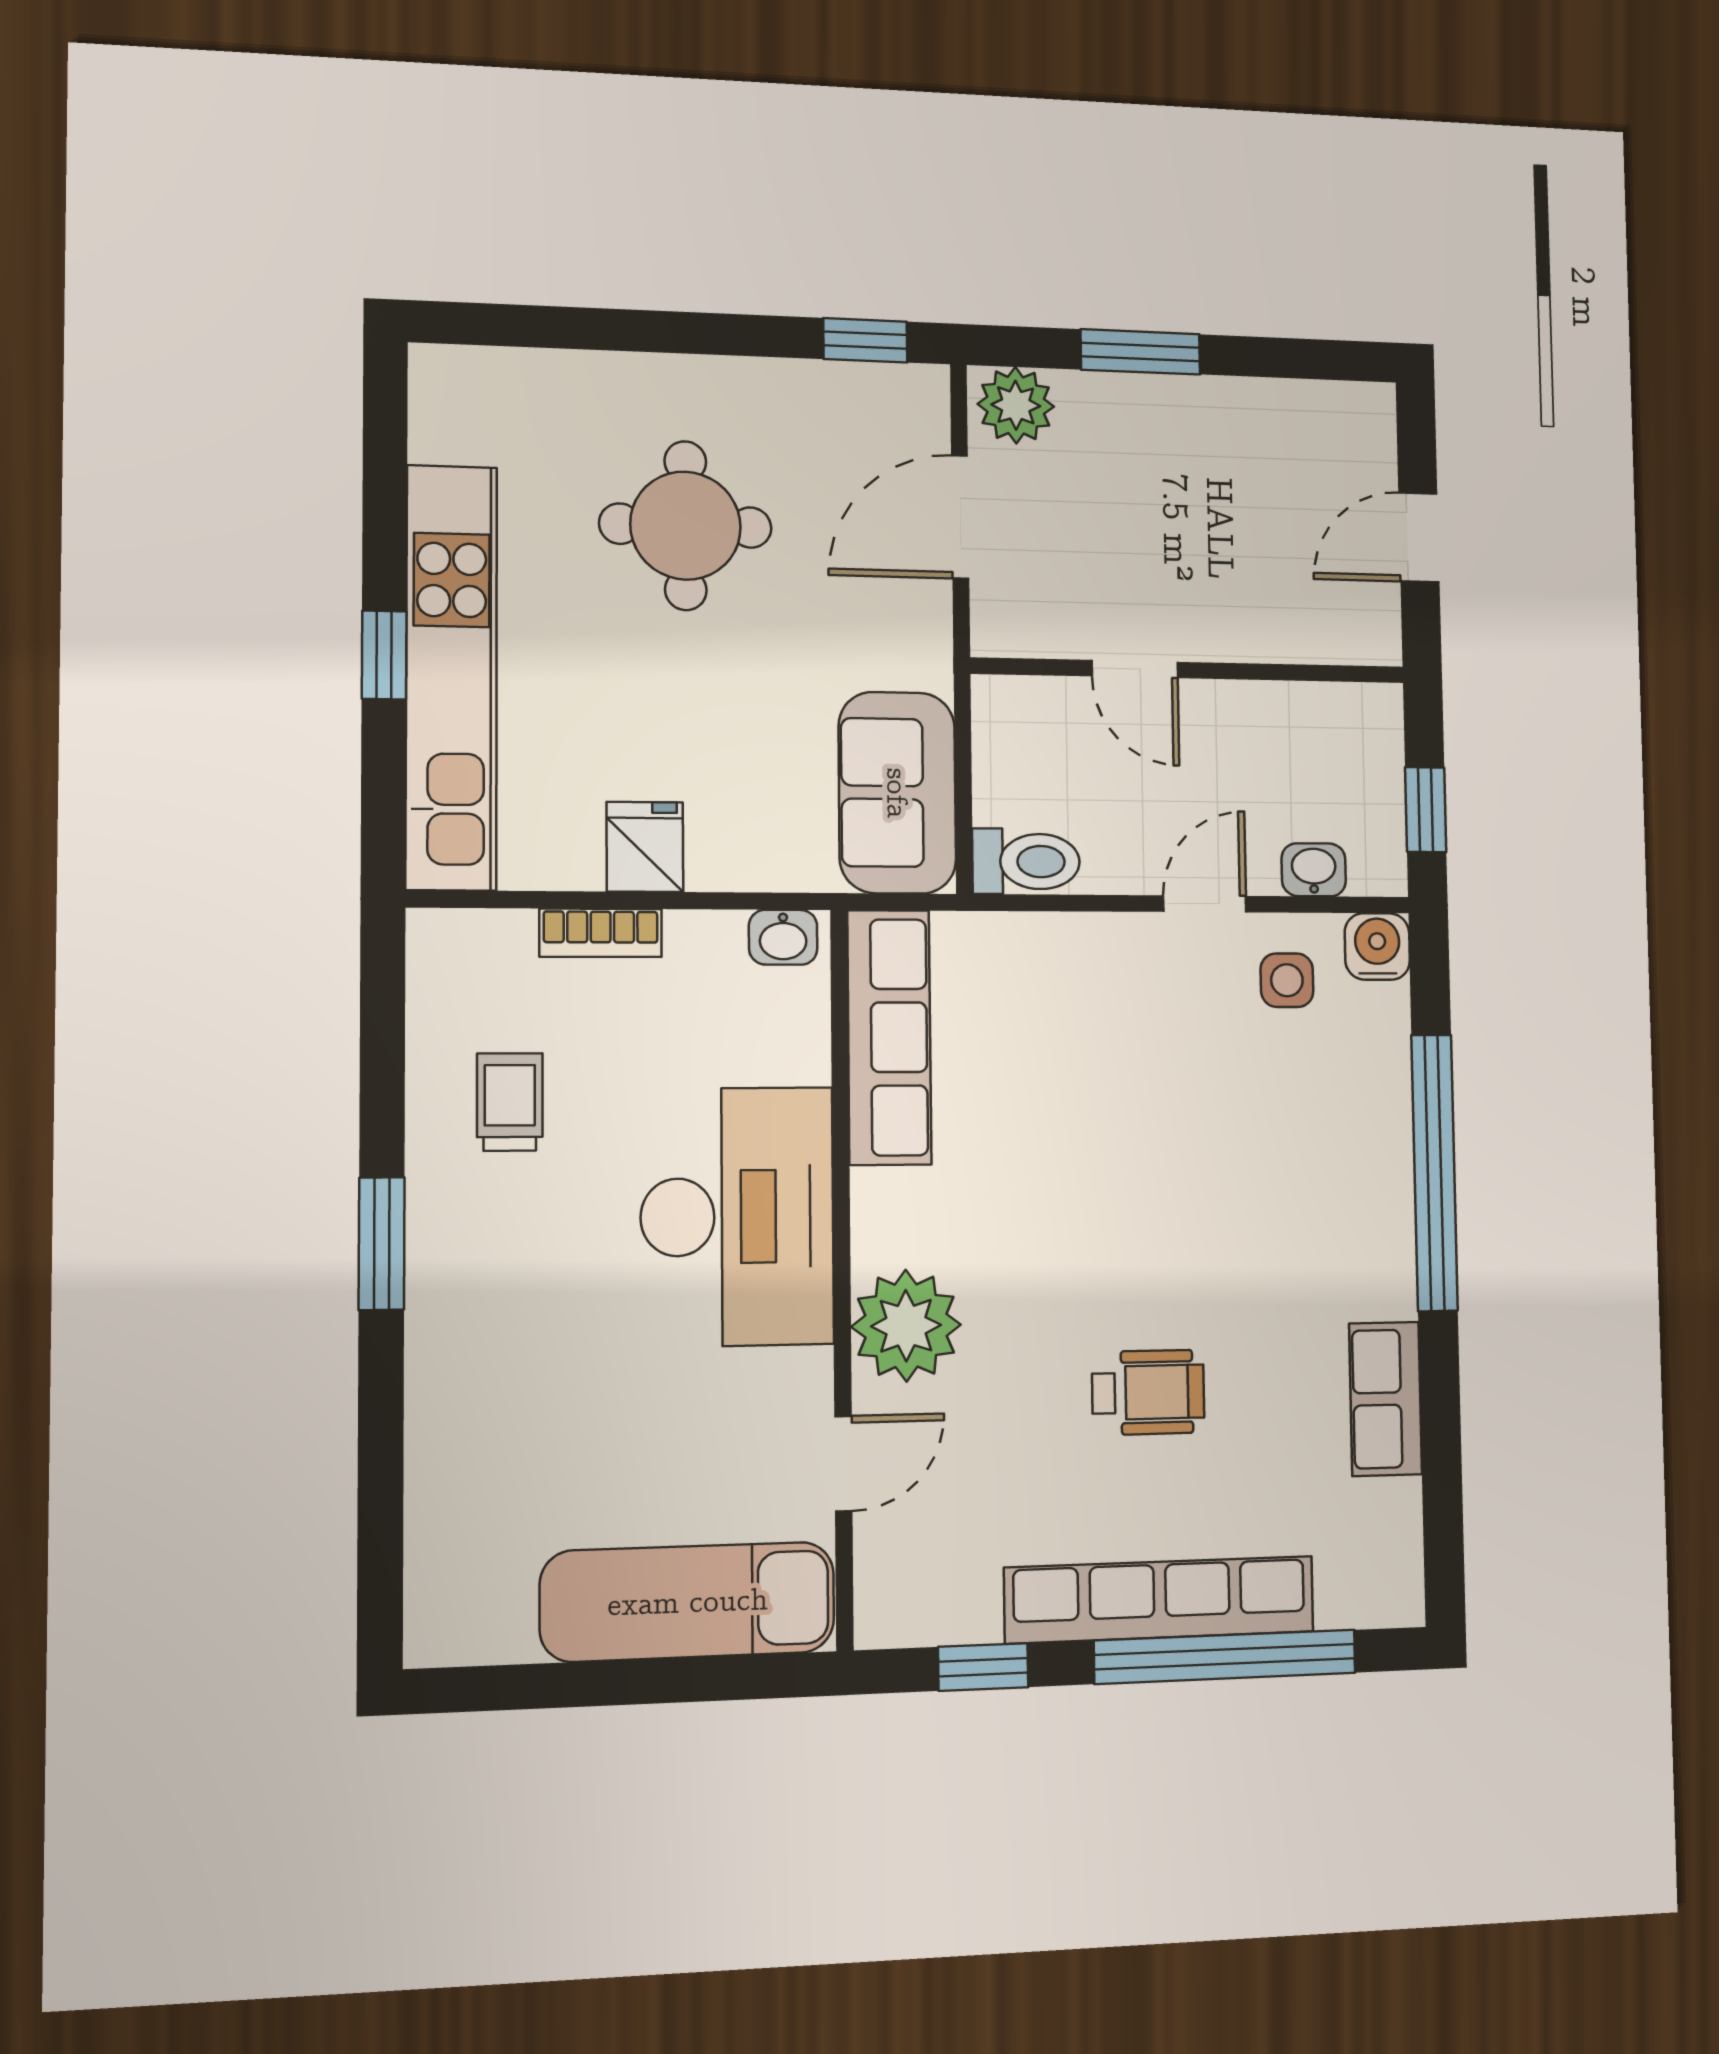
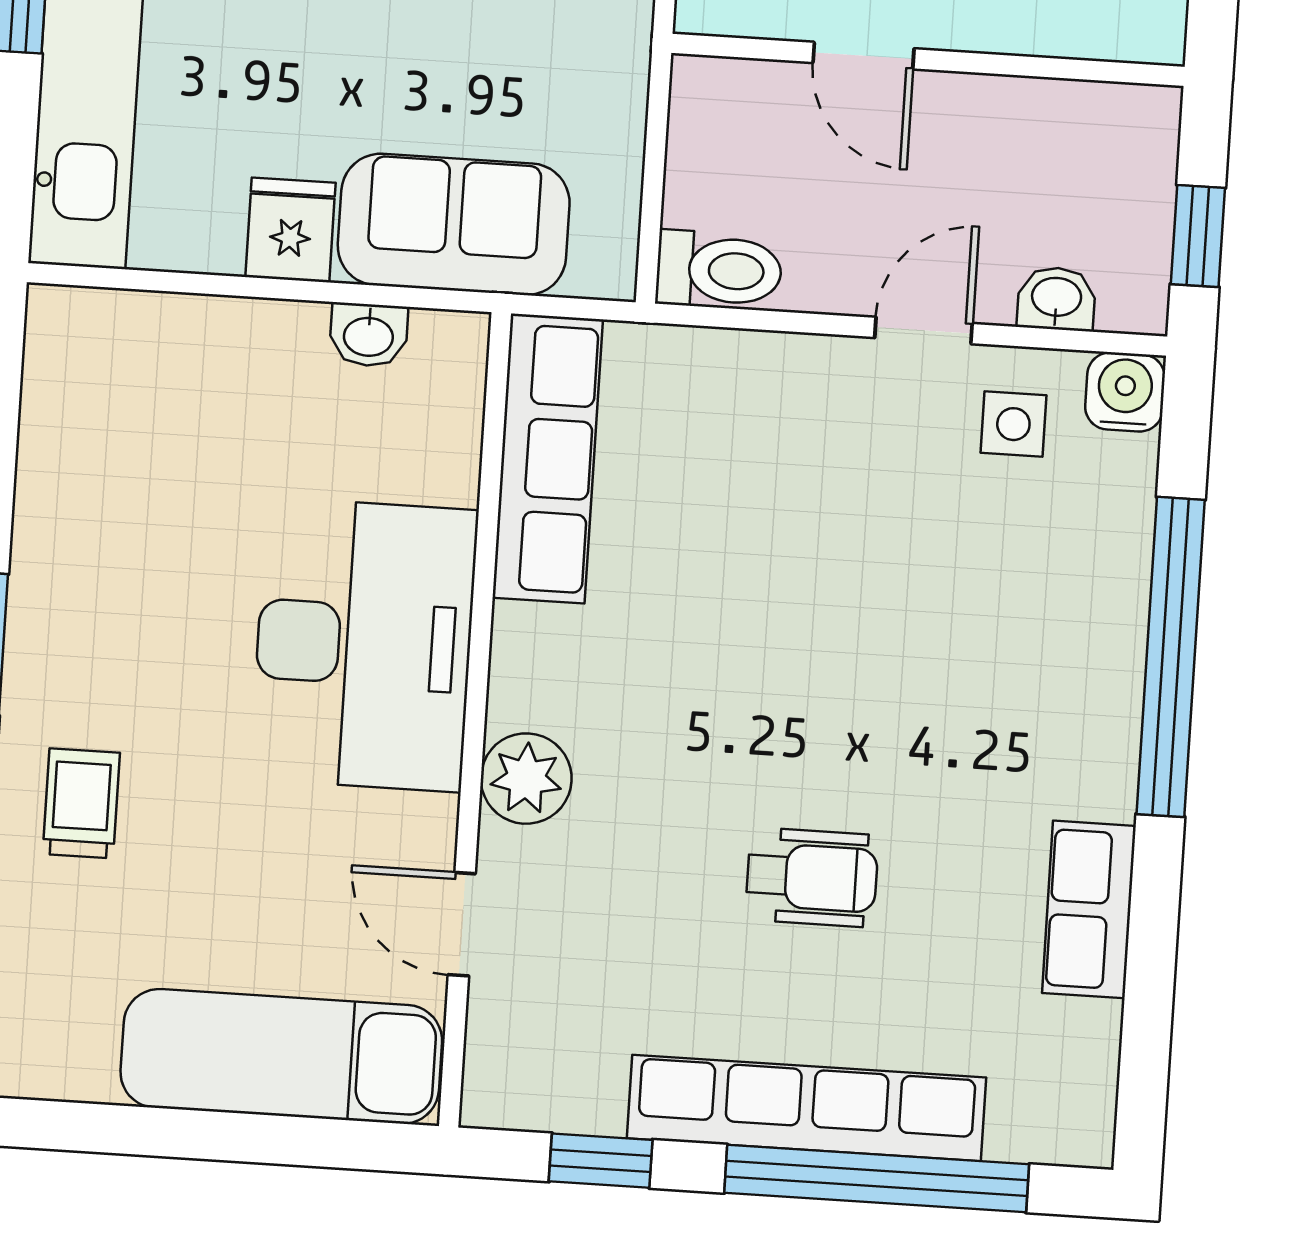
sofa: (897, 793) -> (454, 224), moved, turned 90
bookcase: (601, 933) -> (236, 322), removed
washbasin: (783, 937) -> (369, 335), moved
trolley: (510, 1102) -> (81, 803), moved
plant: (906, 1326) -> (526, 779), width x0.73, depth x0.73
door: (843, 1464) -> (462, 924), swing flipped

